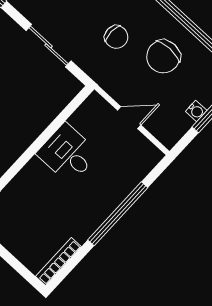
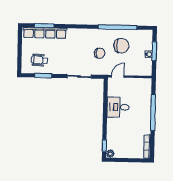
chair: (163, 57) -> (121, 46), turned -90
door: (129, 118) -> (118, 76), moved

